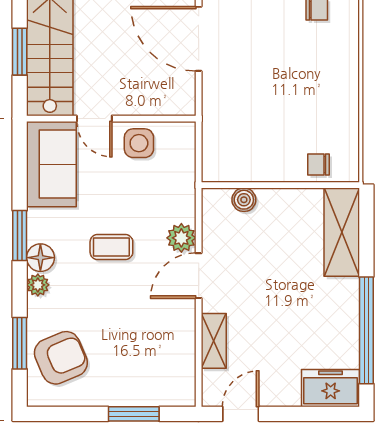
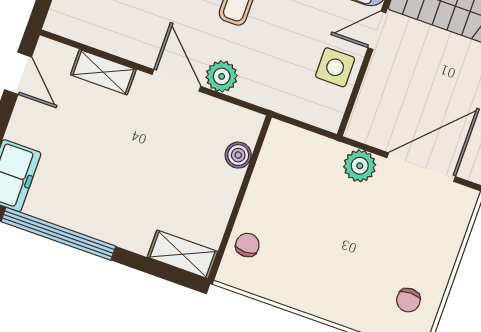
plant: (216, 92) -> (360, 166), added
shelving: (342, 232) -> (183, 254), width x0.67, depth x0.75

